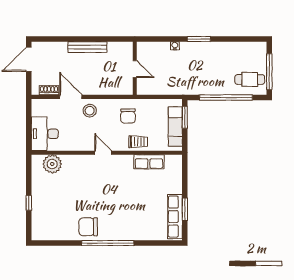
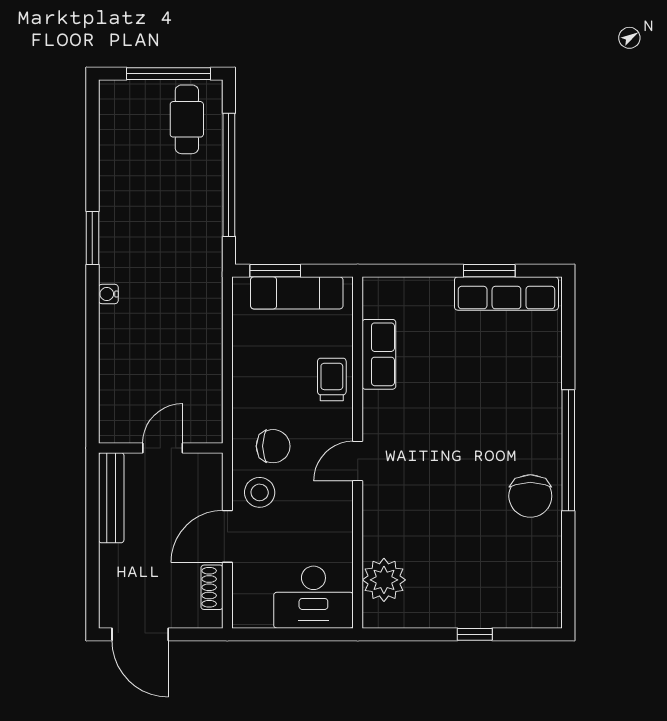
wall: (135, 68) -> (161, 448), moved
door: (135, 69) -> (163, 448), moved
chair: (128, 116) -> (273, 446), moved

